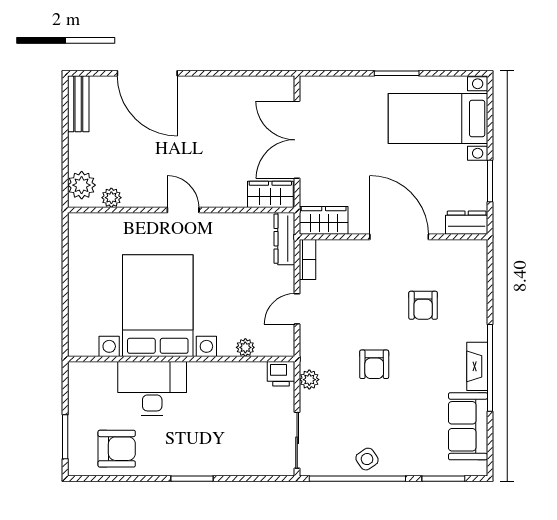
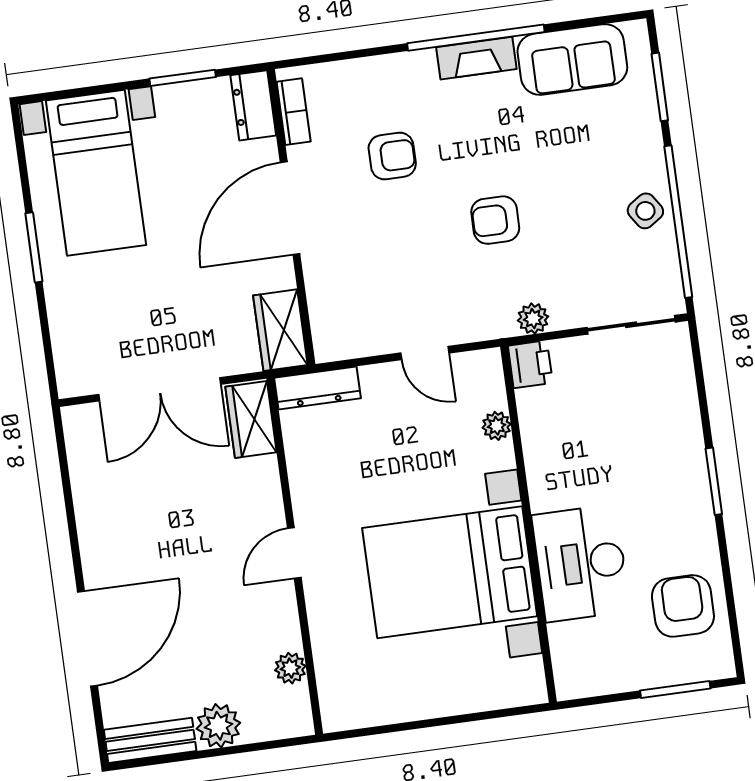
plant: (82, 185) -> (218, 726), moved
bookcase: (308, 260) -> (294, 112), moved, turned 90
armchair: (374, 364) -> (495, 220), turned 180

